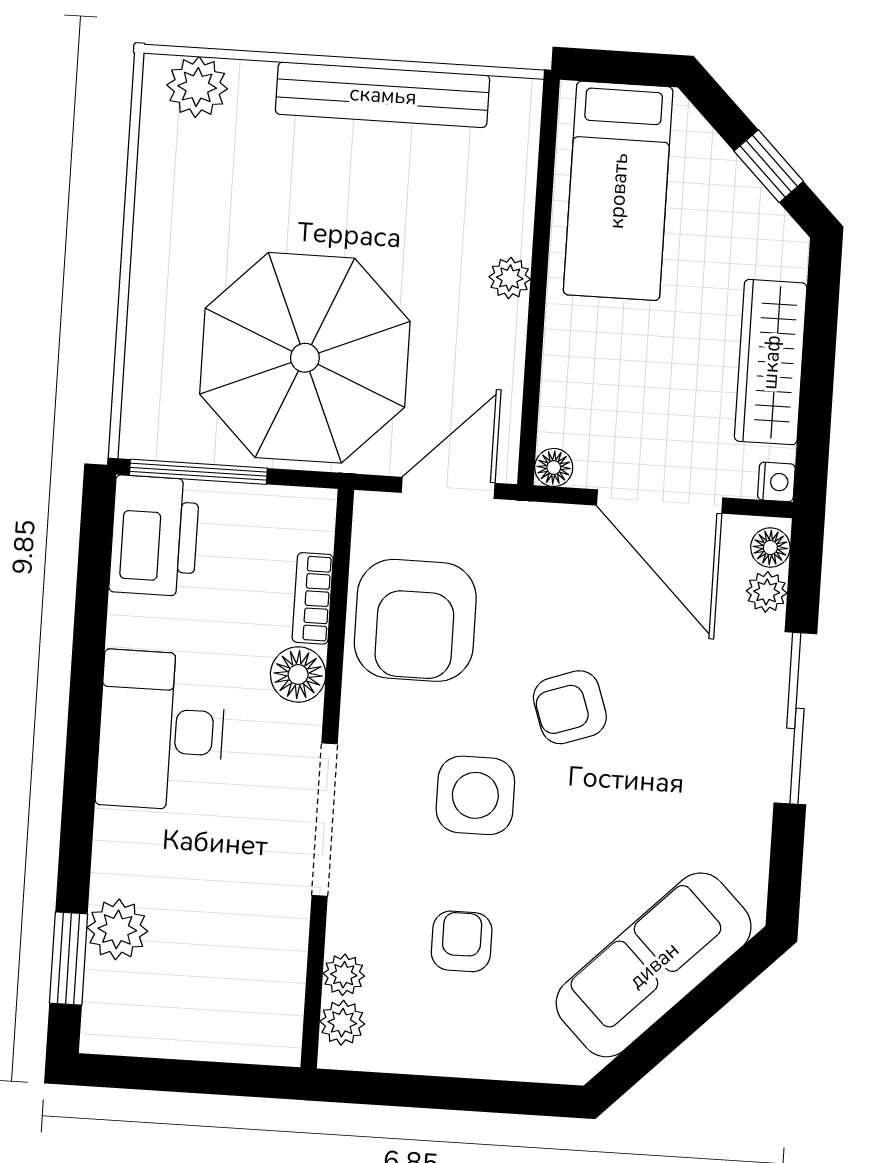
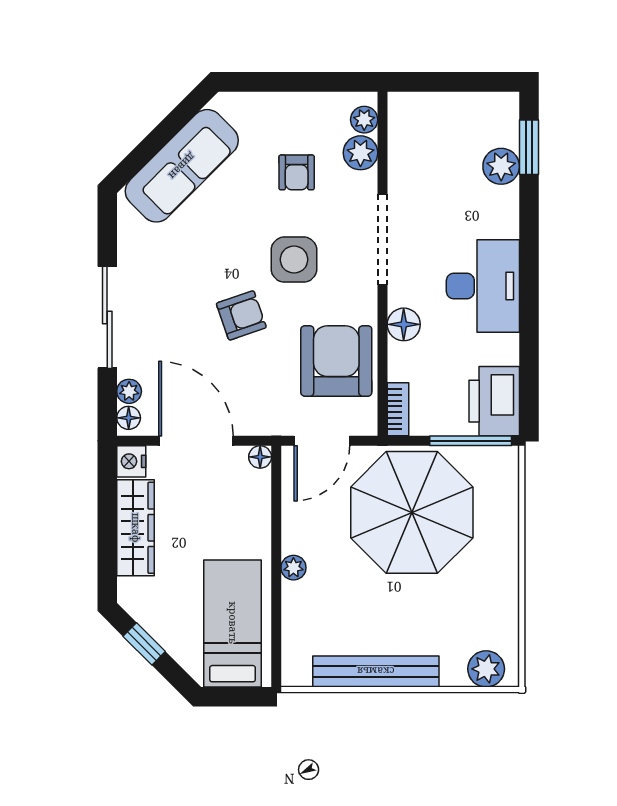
nightstand: (776, 482) -> (131, 461), width x1.39, depth x1.35
bookcase: (313, 598) -> (398, 409), moved
plant: (344, 975) -> (360, 153), width x1.38, depth x1.38

